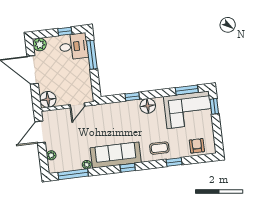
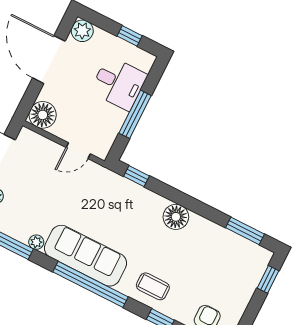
desk: (74, 46) -> (119, 83), moved
window: (92, 55) -> (135, 114), moved
window: (132, 97) -> (136, 176), moved
corner sofa: (188, 110) -> (228, 260), removed
window: (128, 168) -> (90, 284), width x3.17

